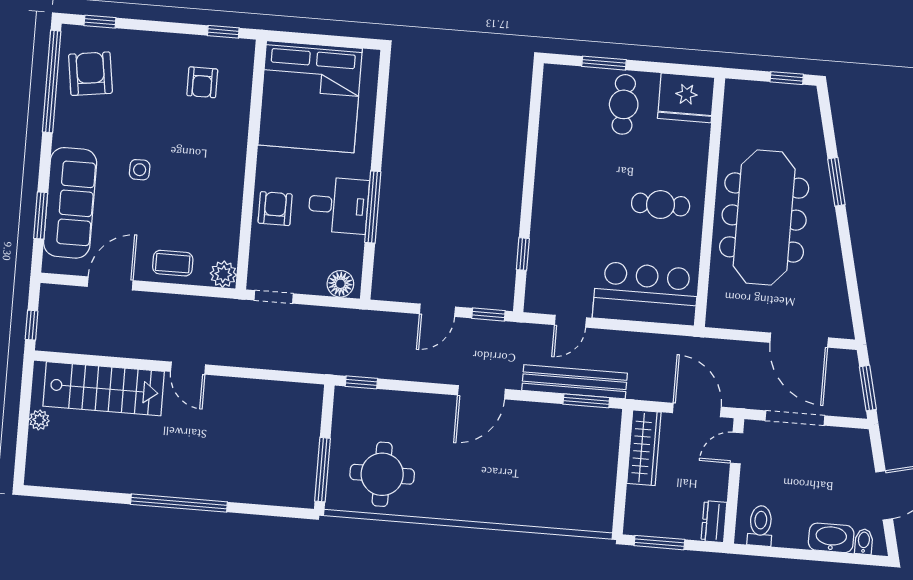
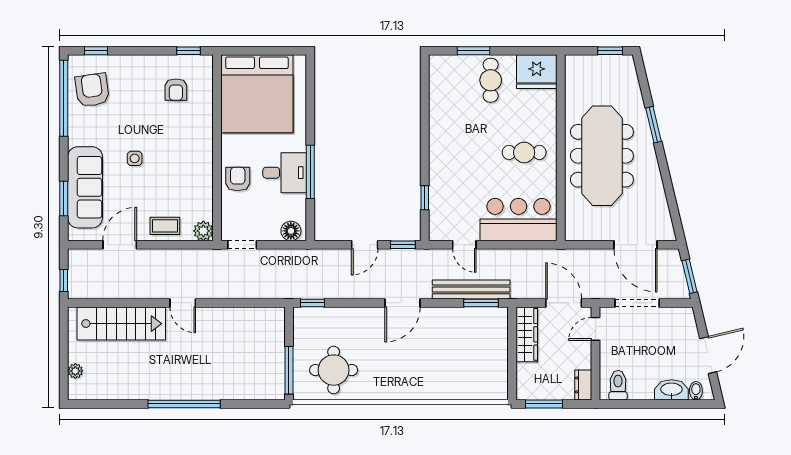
door: (570, 321) -> (464, 245), hinge flipped
plant: (39, 420) -> (75, 371), moved

